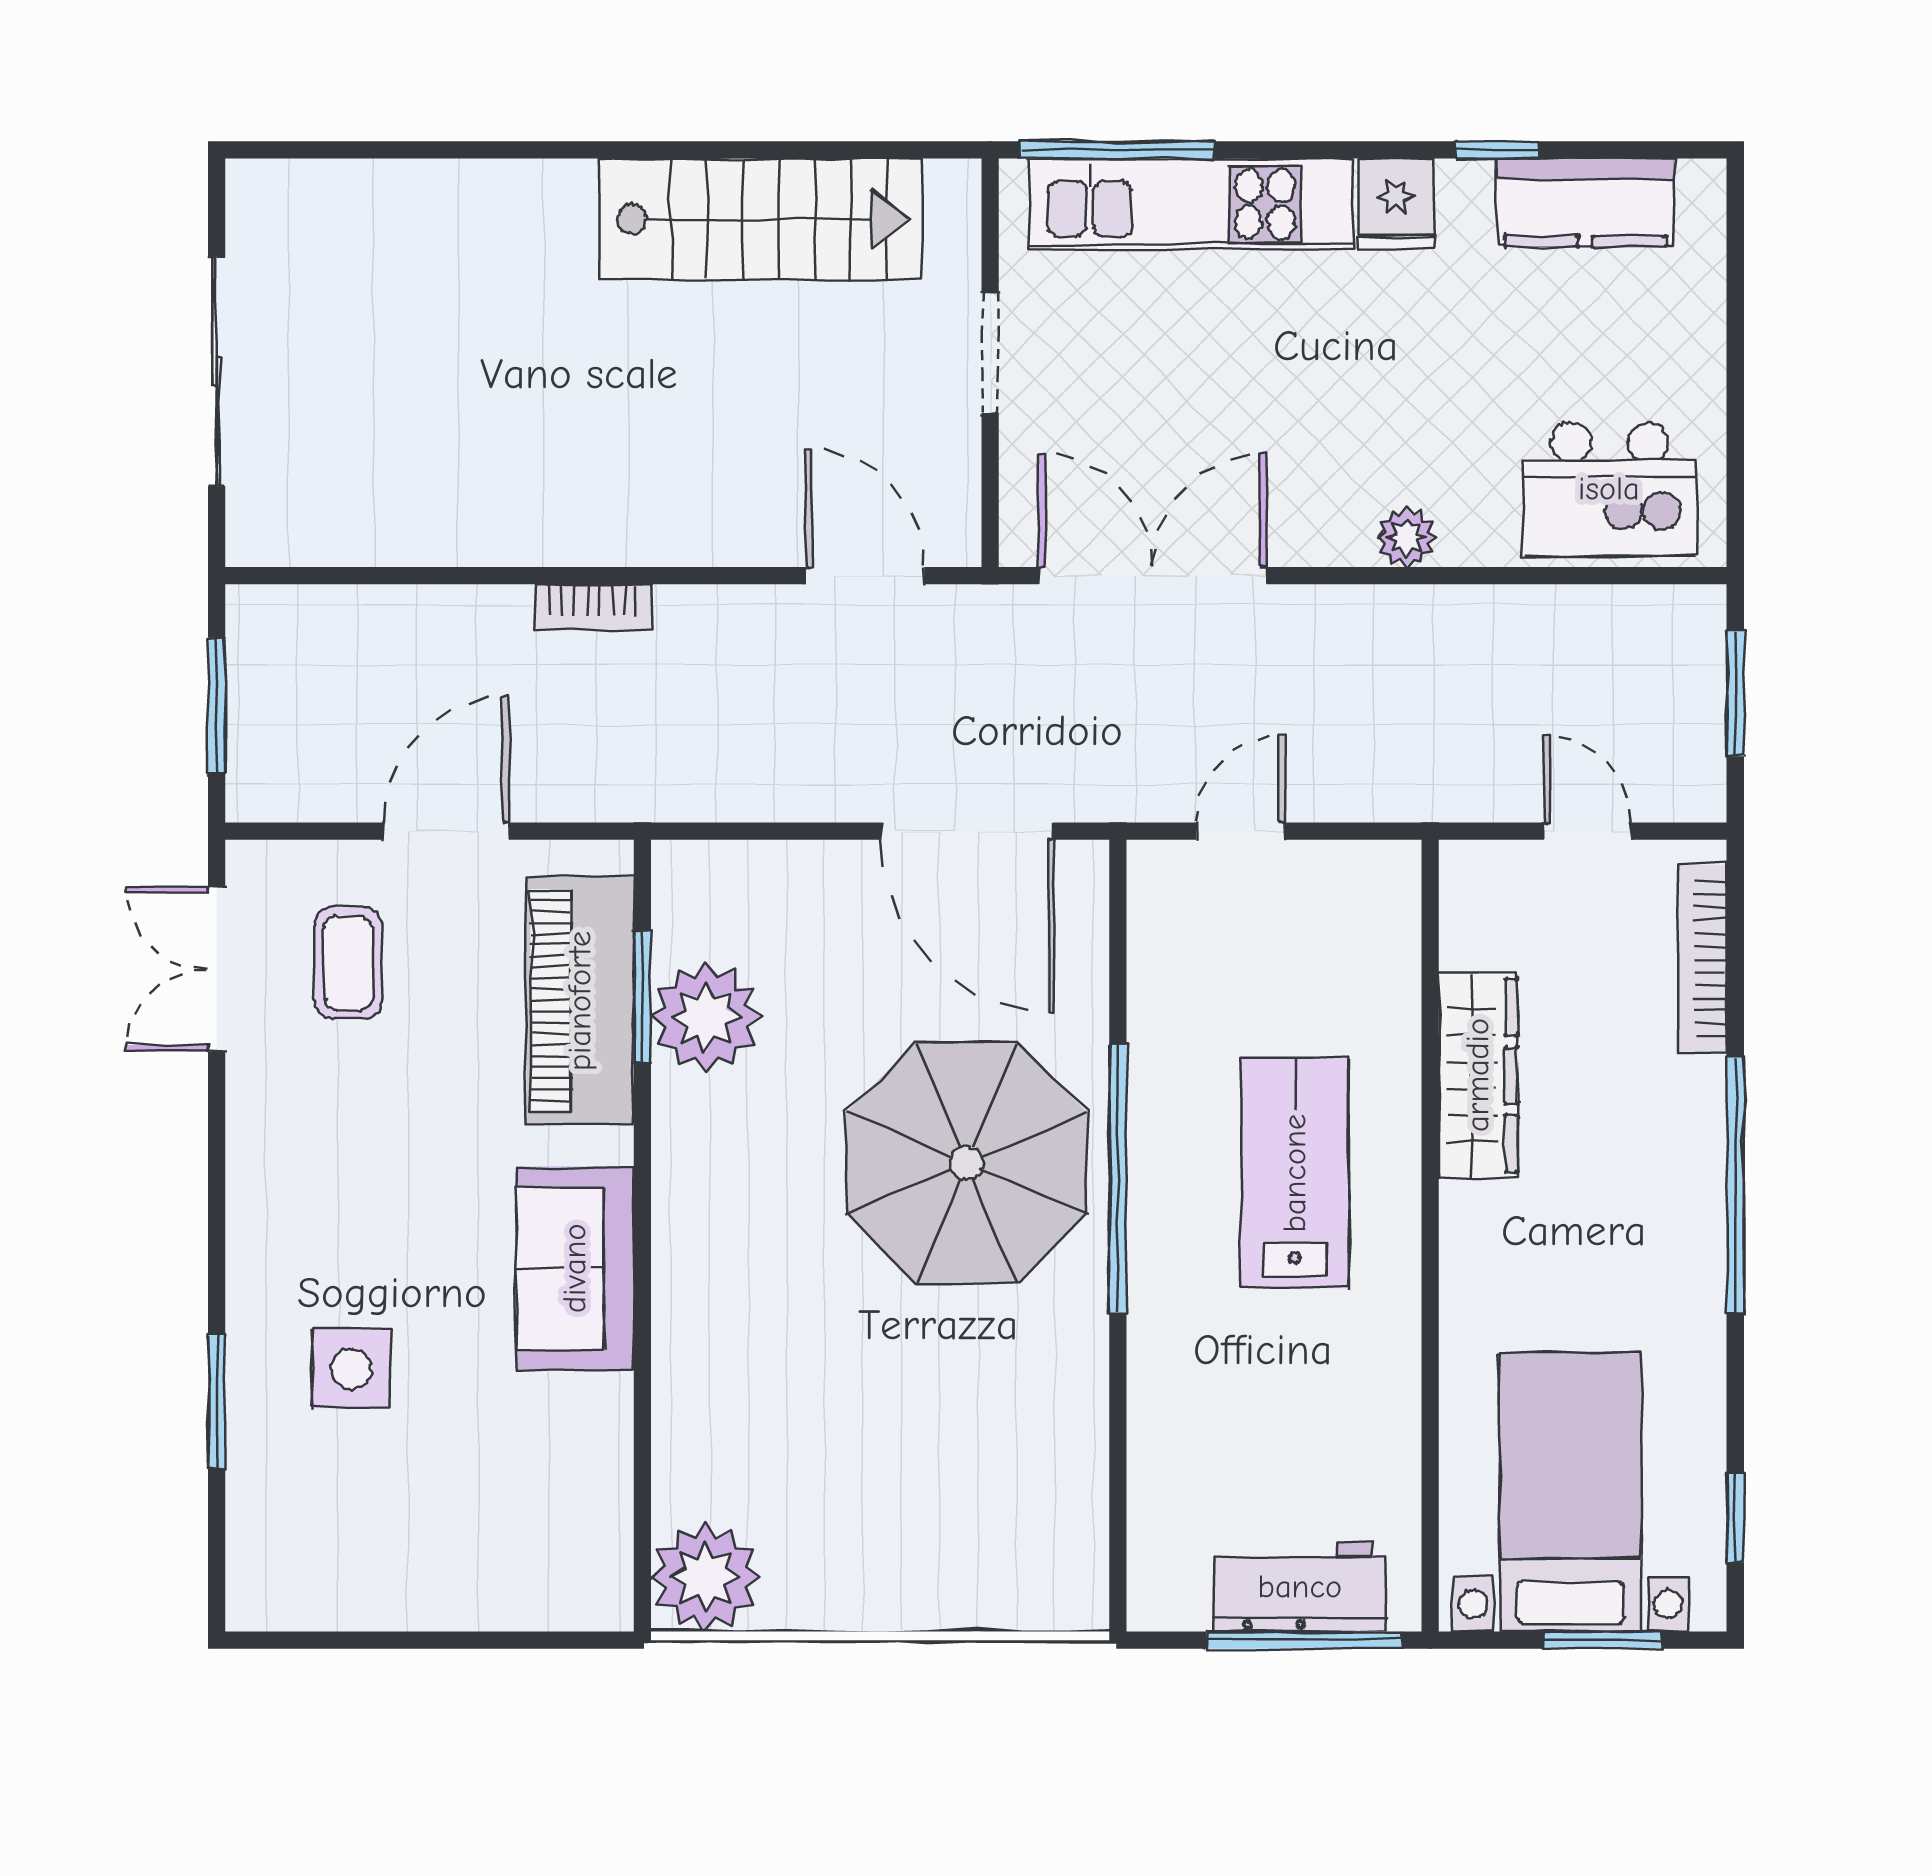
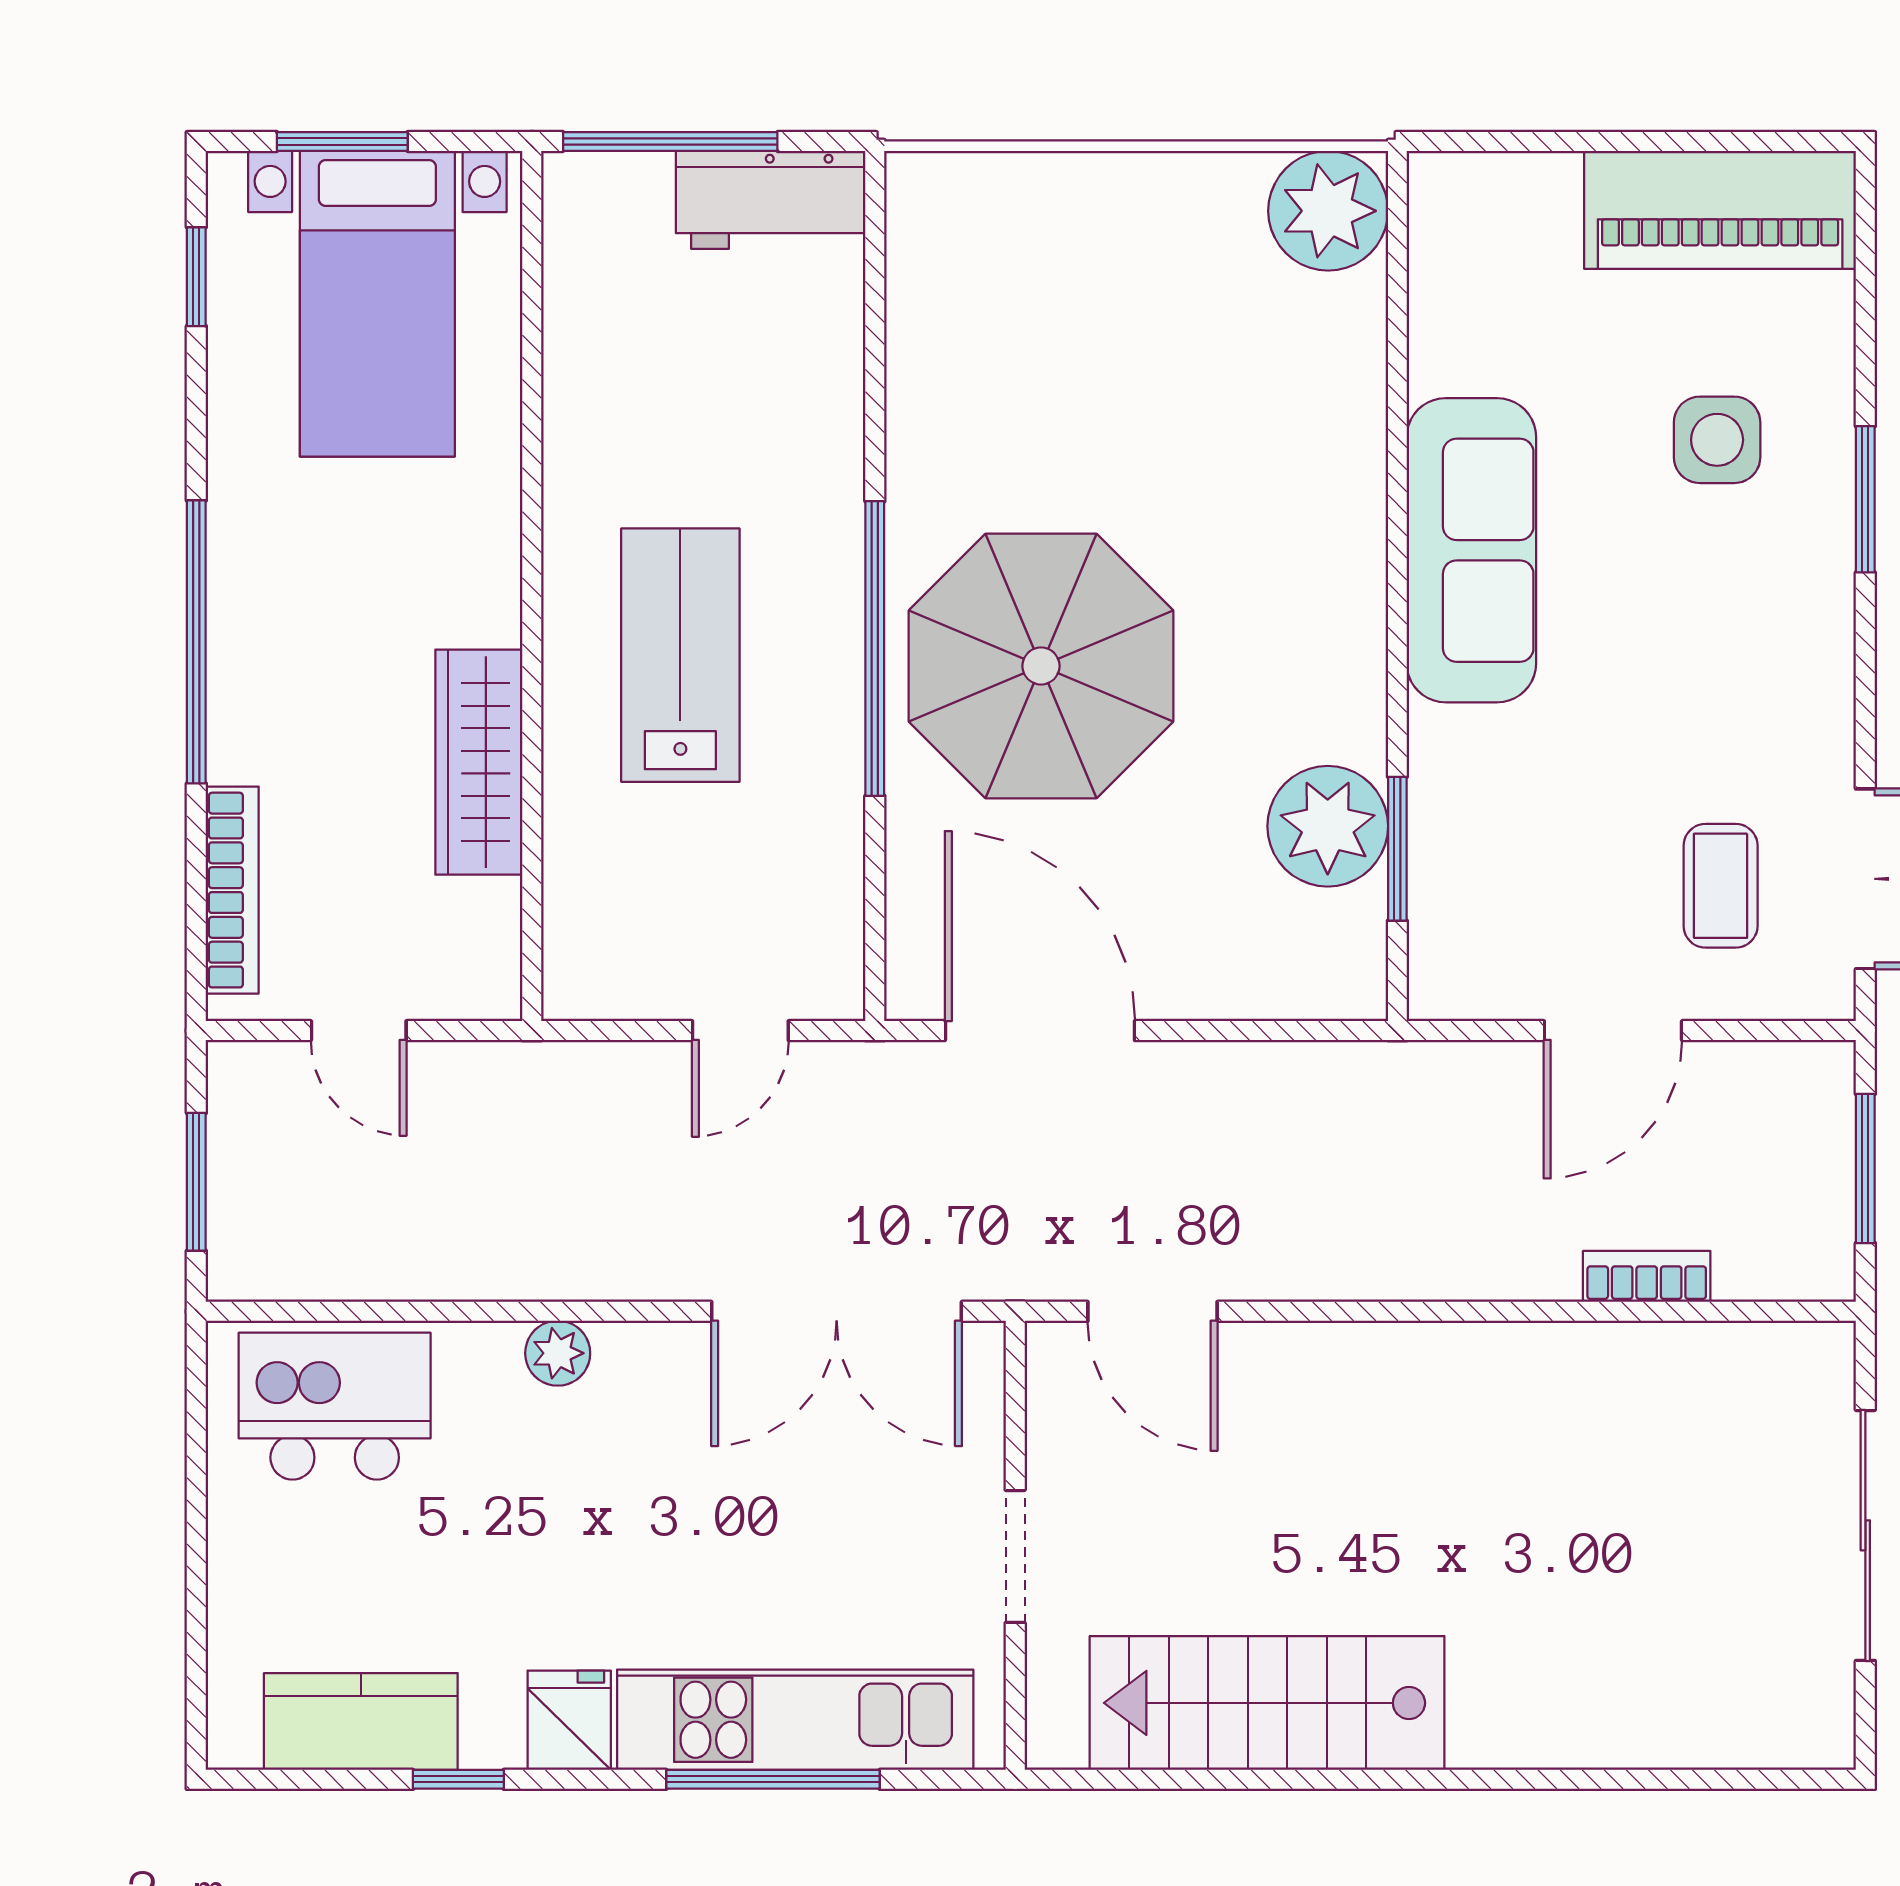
window: (1118, 150) -> (773, 1779), moved
bookcase: (593, 607) -> (1647, 1276), moved
piano: (580, 1001) -> (1720, 210), moved, turned 90
lab bench: (1295, 1173) -> (680, 655), turned 180
sofa: (575, 1268) -> (1471, 550), width x1.36
window: (217, 1401) -> (1865, 499), moved
workbench: (1300, 1587) -> (771, 200), moved

